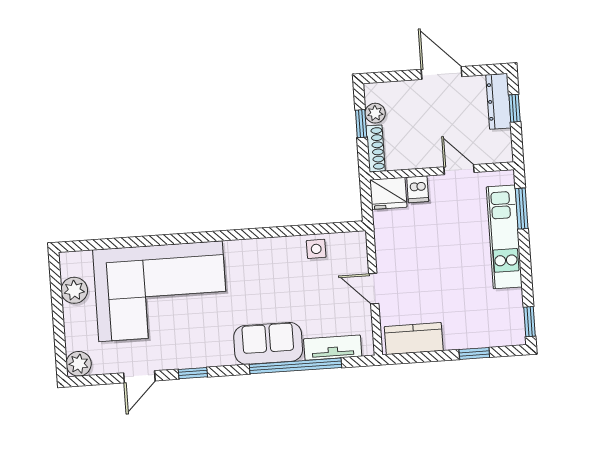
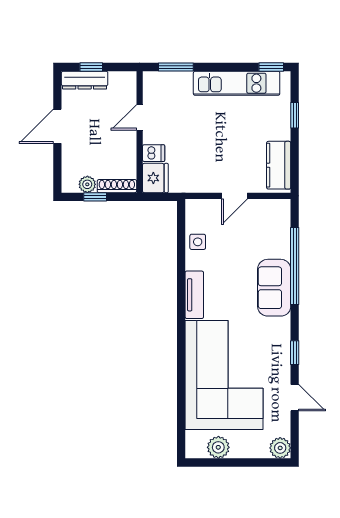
kitchen unit: (504, 237) -> (237, 83), moved
tv unit: (333, 348) -> (194, 295), moved, turned 180

